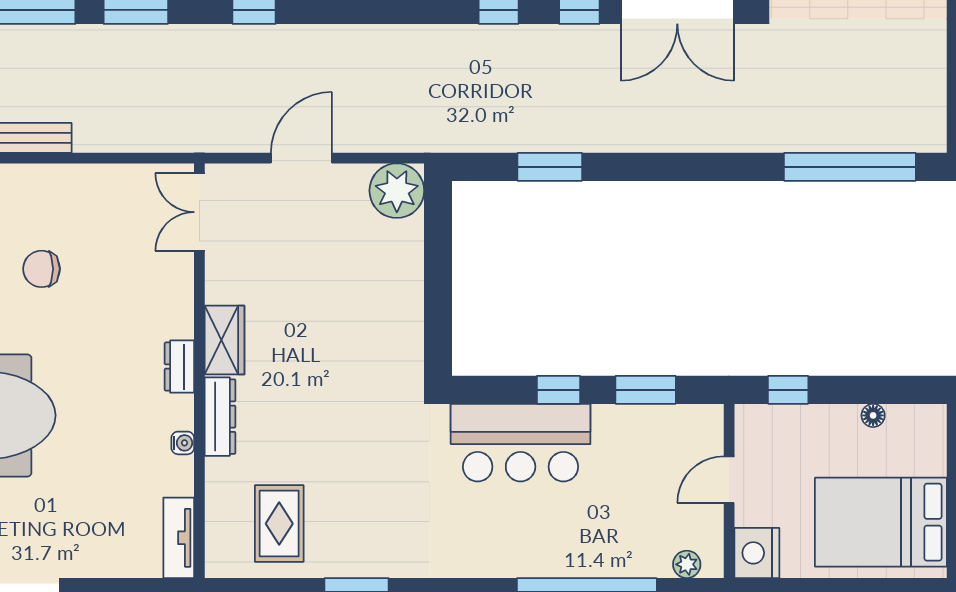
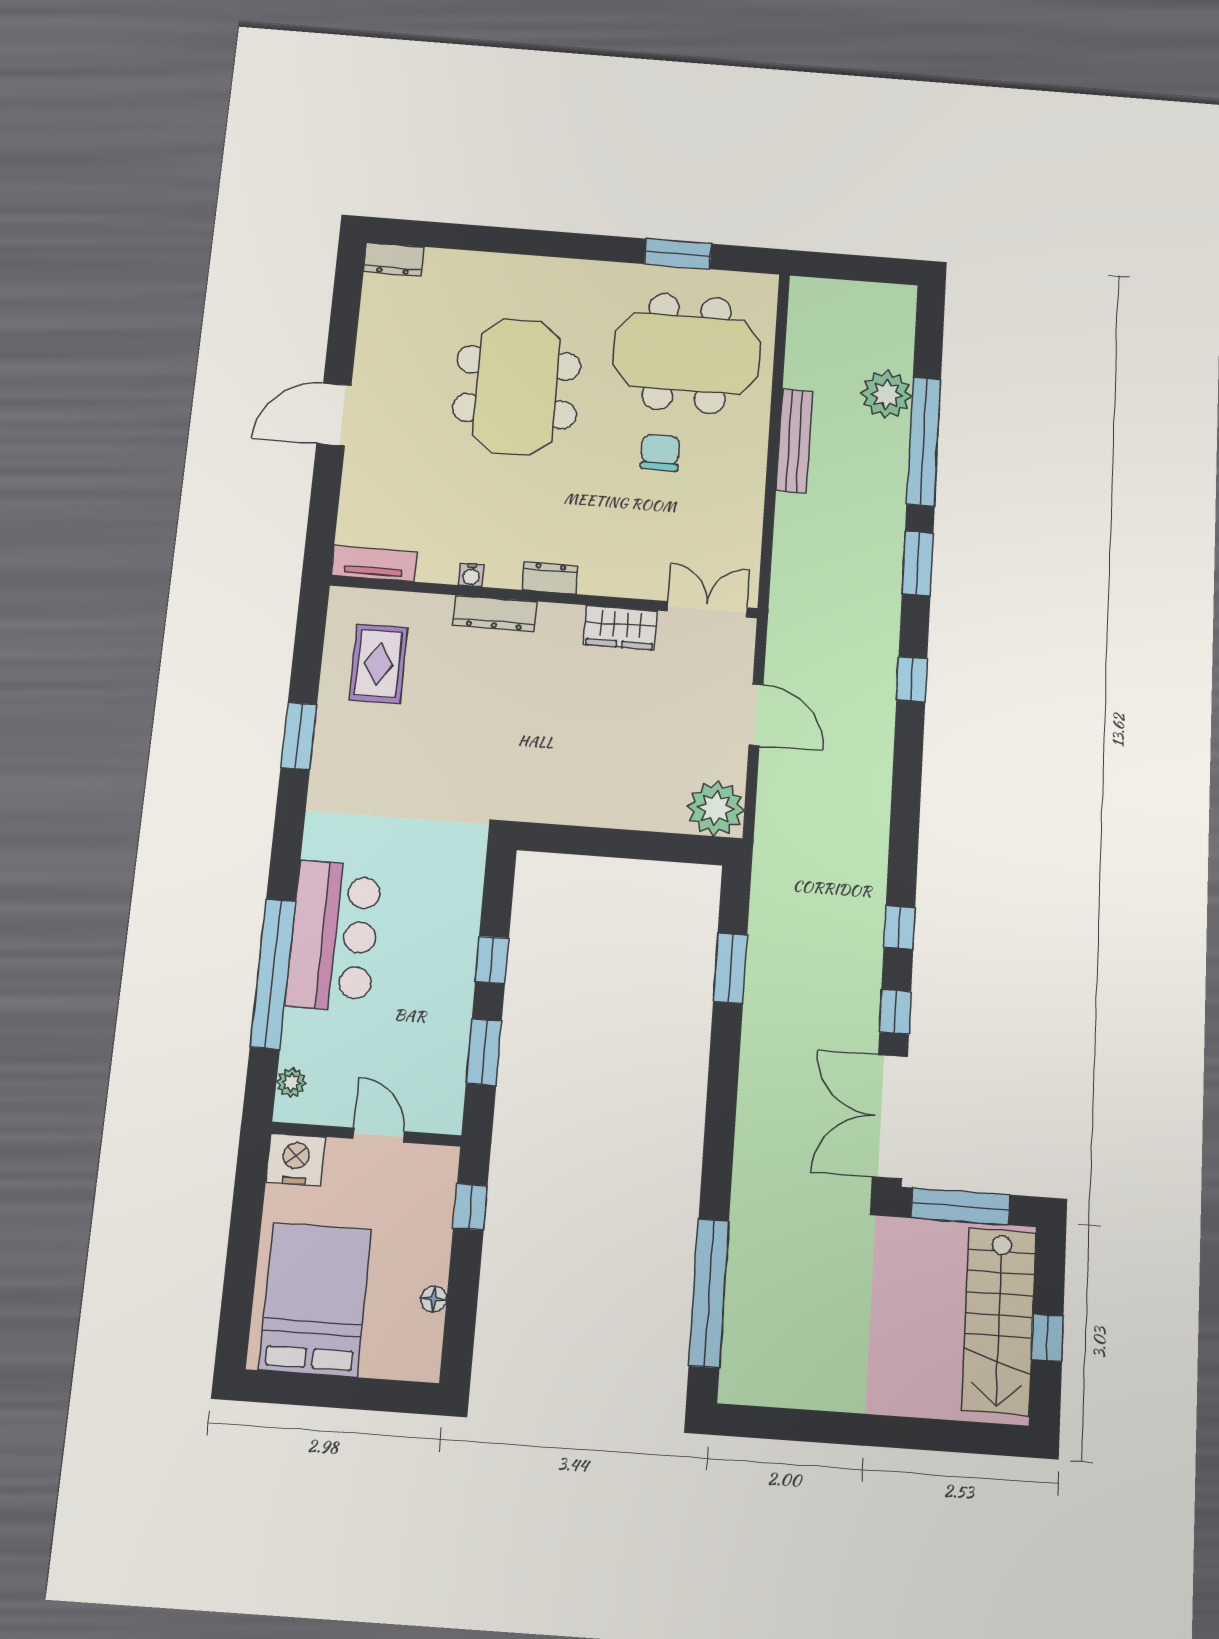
wardrobe: (224, 340) -> (620, 628), moved
bar counter: (521, 443) -> (334, 936), moved, turned 180
rug: (279, 524) -> (379, 664), turned 90

